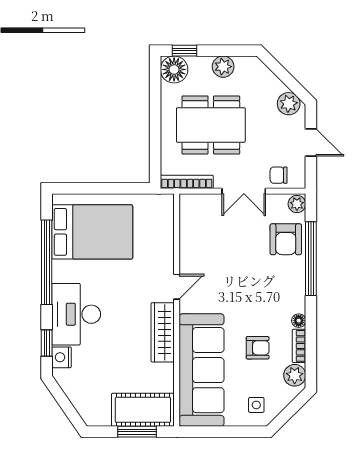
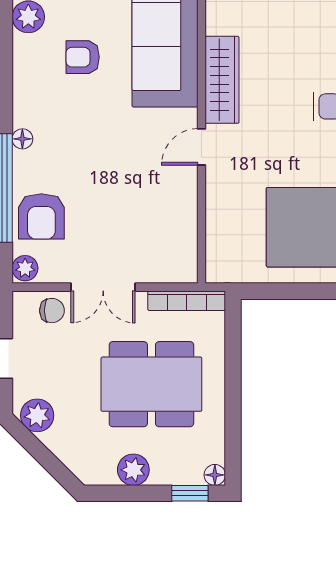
floor lamp: (174, 69) -> (215, 475), width x0.53, depth x0.53
double door: (244, 191) -> (103, 287), swing flipped
armchair: (286, 239) -> (41, 216), turned 180
floor lamp: (299, 321) -> (22, 139), moved
bookcase: (299, 346) -> (22, 60), removed

